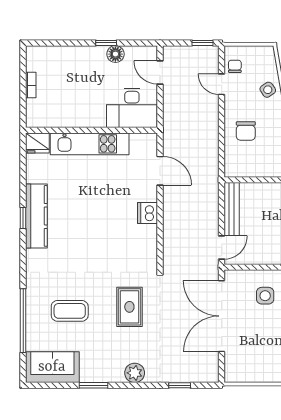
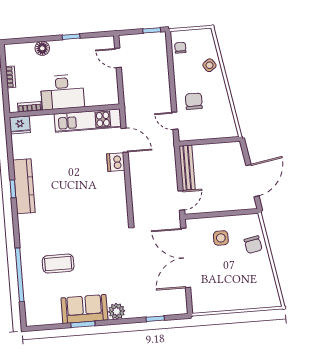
floor lamp: (115, 54) -> (42, 48), moved
door: (222, 84) -> (175, 121), moved
desk: (132, 108) -> (62, 92), moved
bookcase: (50, 122) -> (30, 107), added
chair: (246, 131) -> (194, 101), turned 180
kitchen unit: (90, 144) -> (88, 120), moved
dishwasher: (147, 213) -> (116, 162), moved
rug: (129, 307) -> (108, 256), removed
sofa: (52, 367) -> (84, 309), moved

